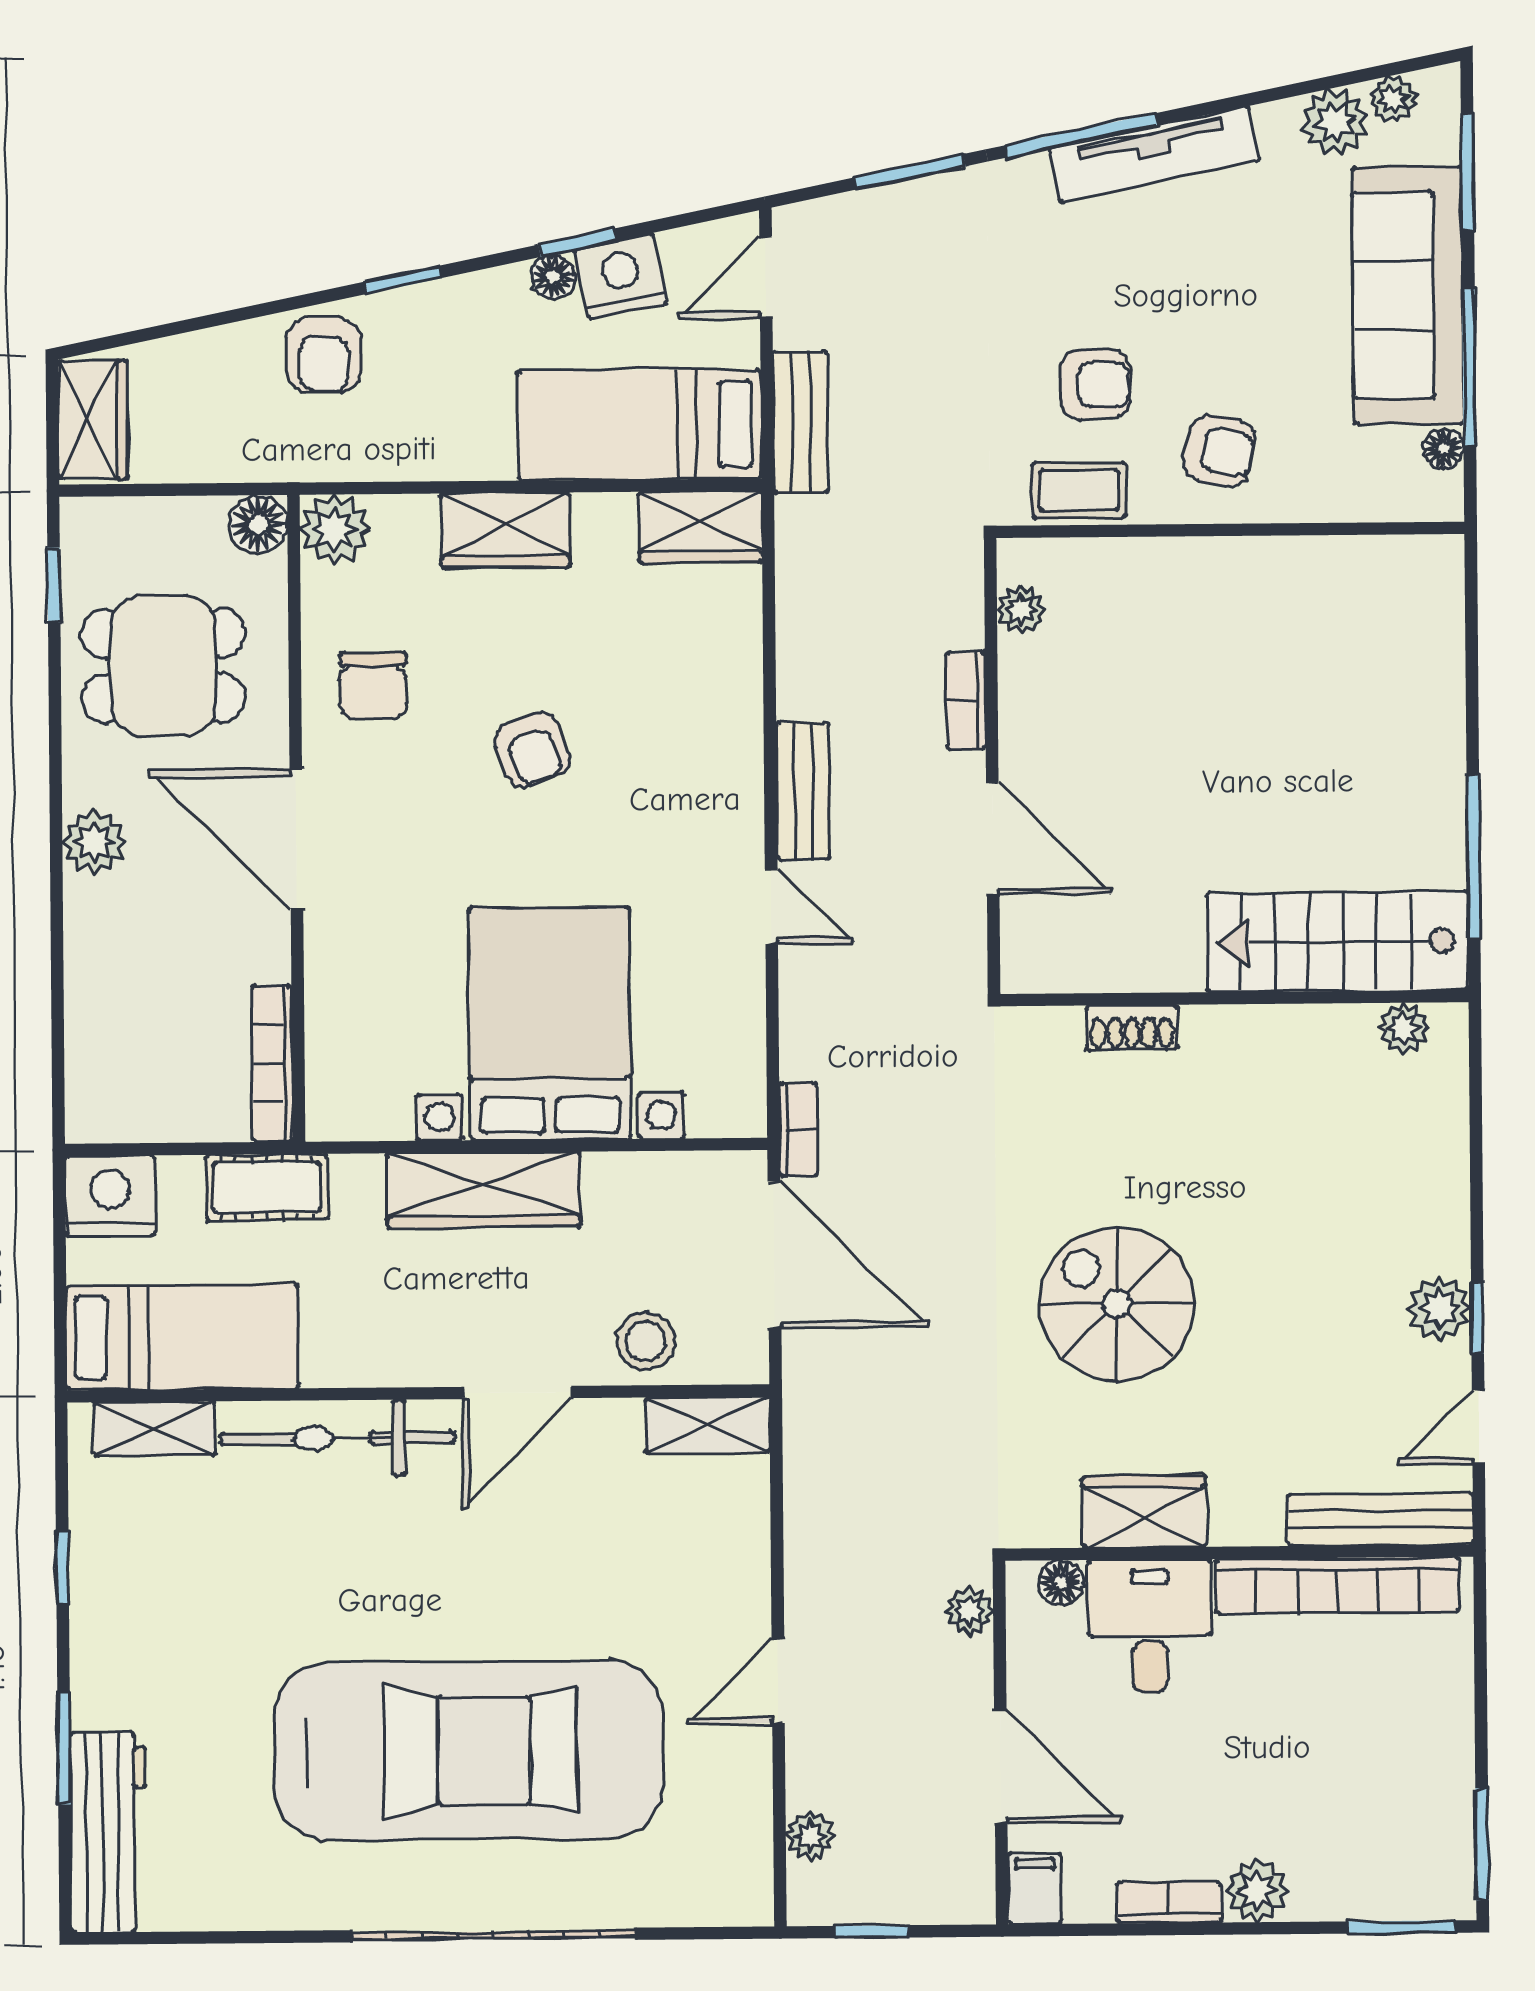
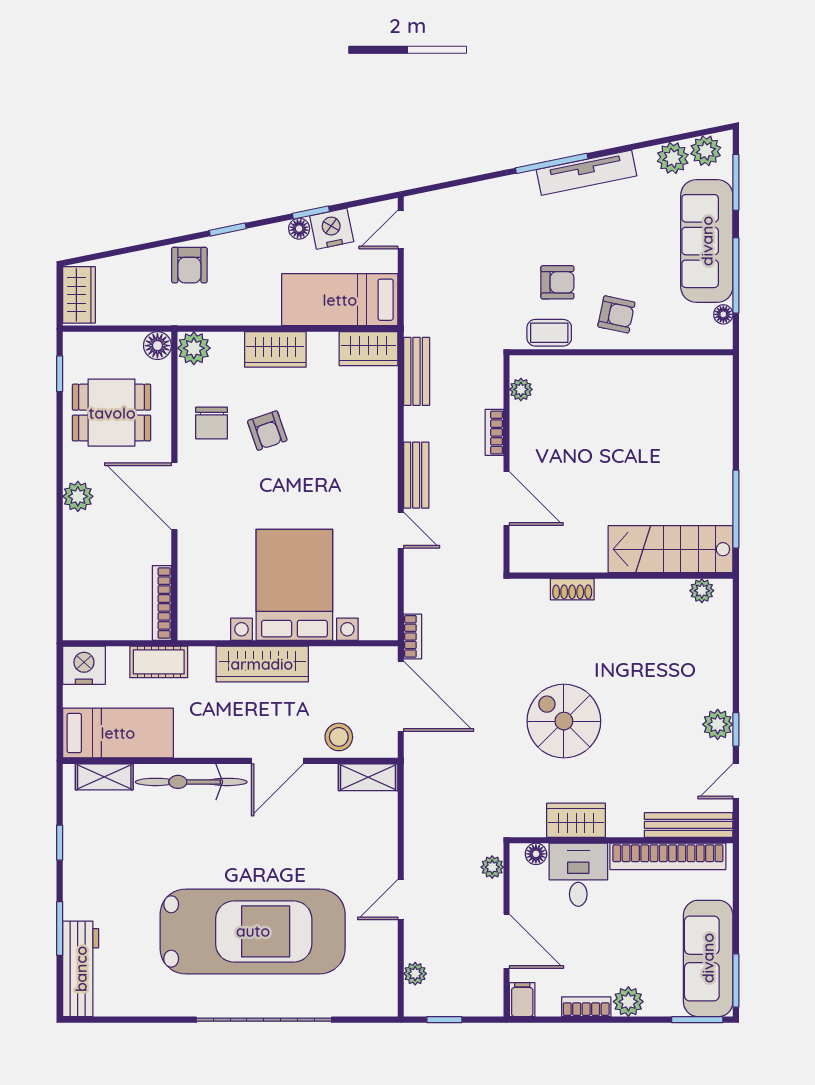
plant: (1393, 99) -> (706, 151), width x1.38, depth x1.38
window: (910, 172) -> (470, 180), removed
bench: (801, 422) -> (417, 371), moved
armchair: (532, 750) -> (267, 431), moved
sofa: (1424, 1799) -> (708, 958), added

